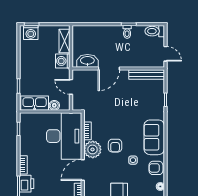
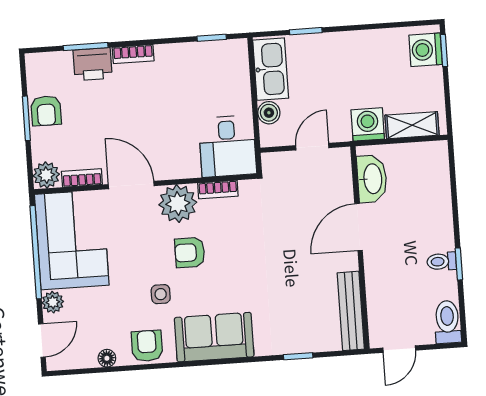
door: (109, 68) -> (358, 227), hinge flipped
desk: (64, 136) -> (227, 146), width x0.53, depth x0.77

